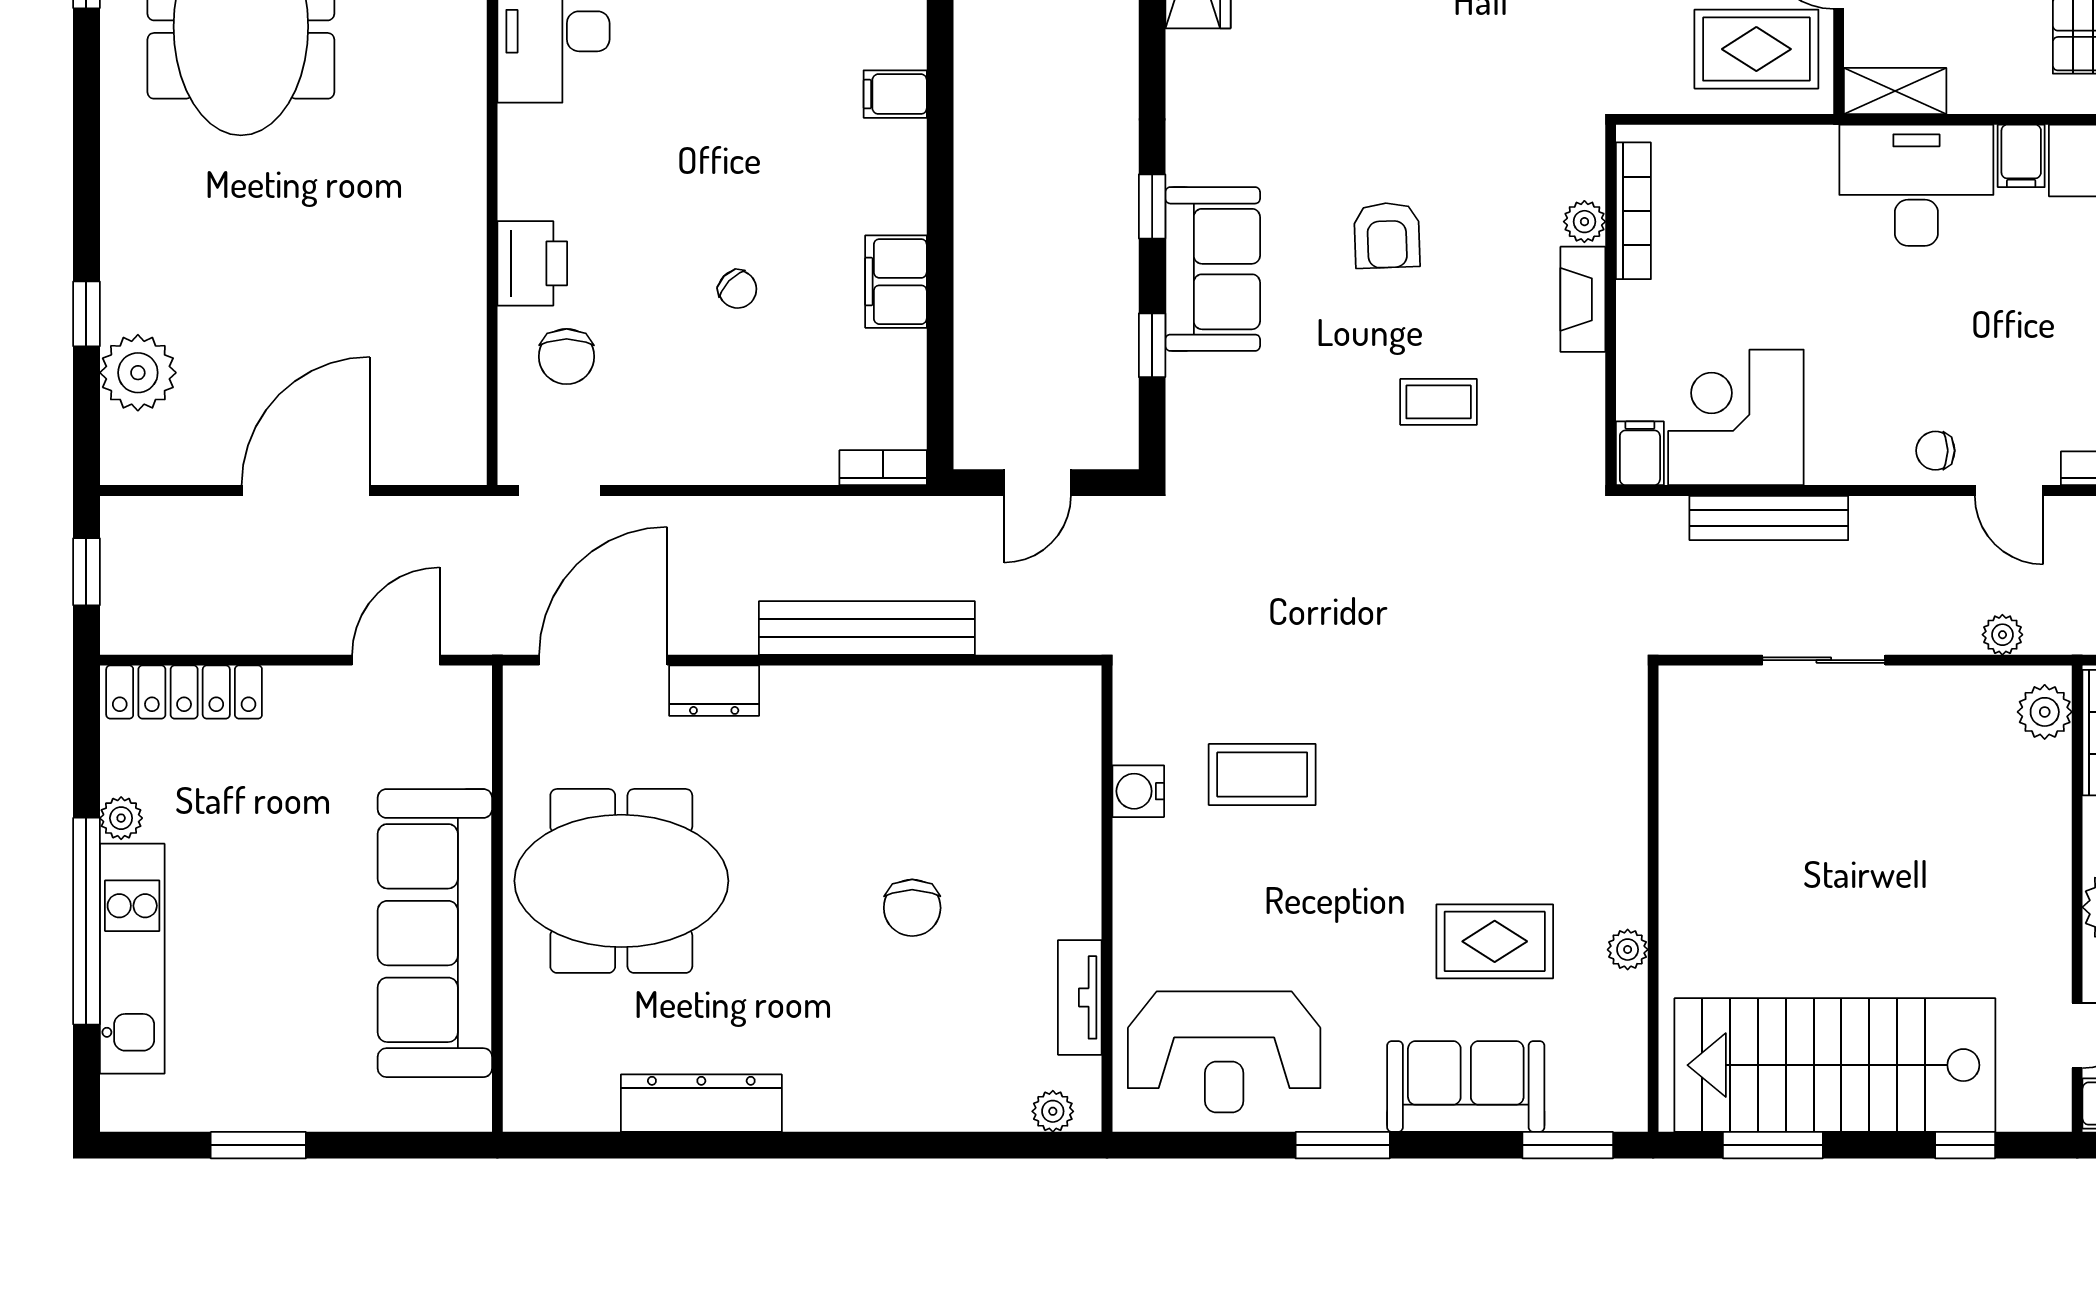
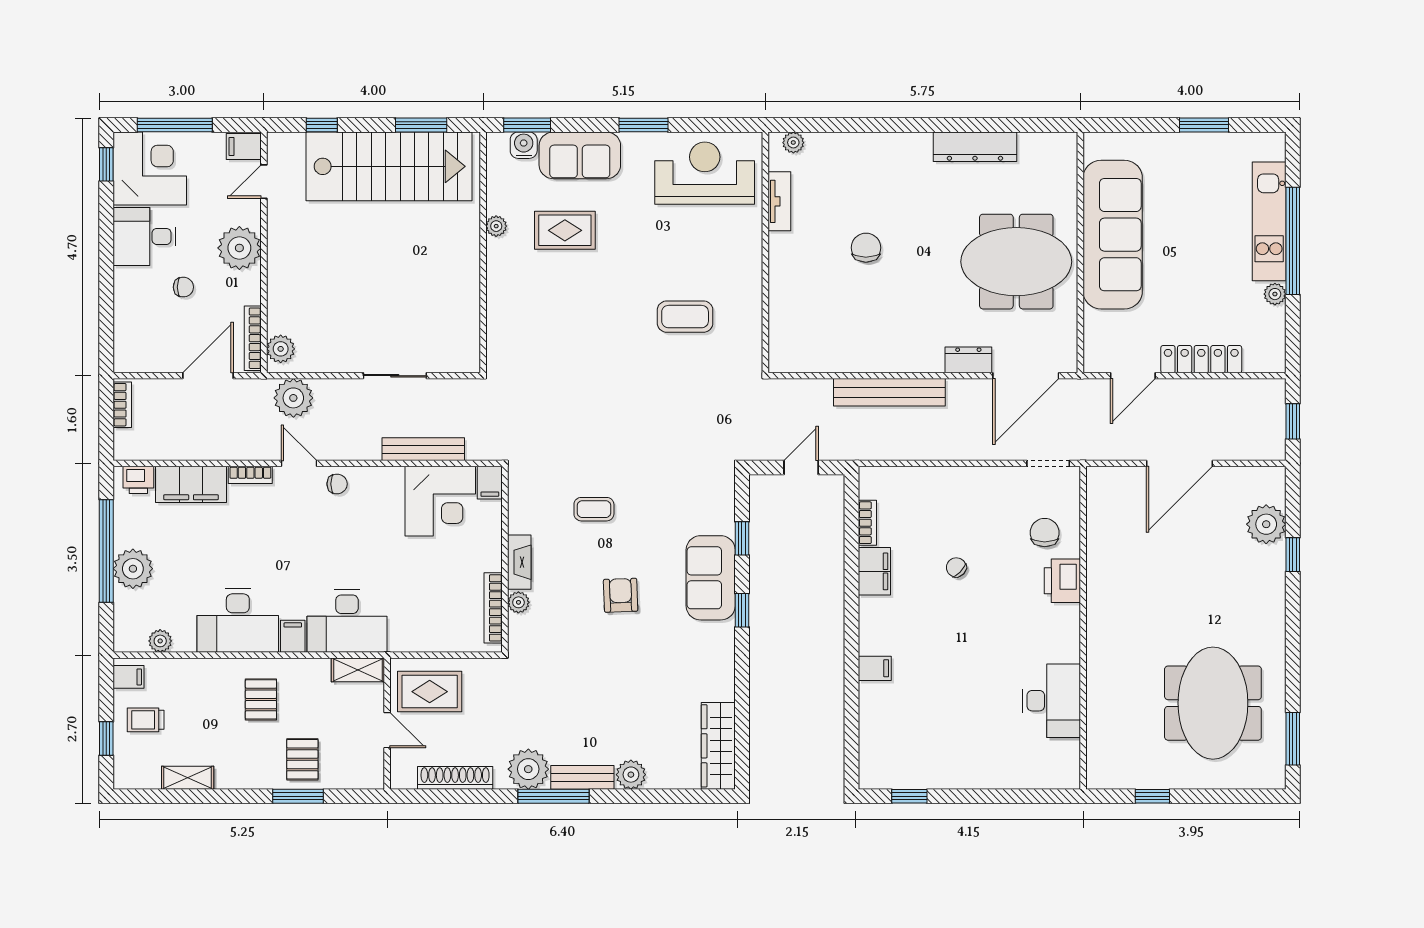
bookcase: (883, 468) -> (867, 523), moved, turned -90
plant: (2002, 635) -> (293, 398), width x1.88, depth x1.88
locker: (184, 692) -> (1201, 359), moved
water cooler: (1138, 791) -> (524, 145), moved, turned -90

